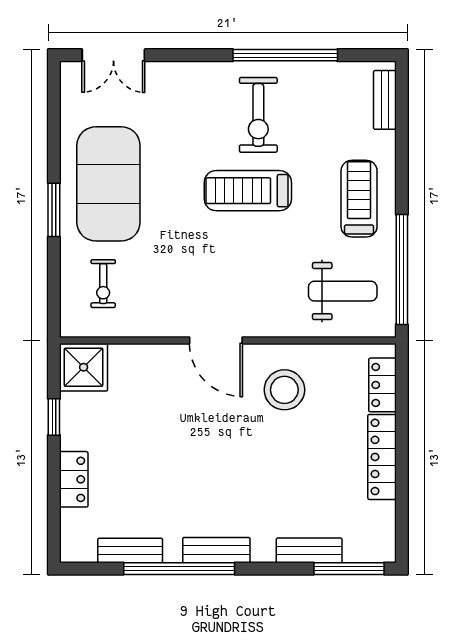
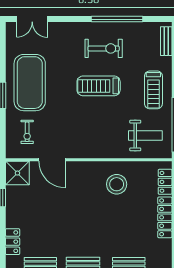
exercise bike: (258, 115) -> (104, 48), turned -90
treadmill: (359, 199) -> (153, 90), turned 180
door: (216, 340) -> (52, 160), moved
locker: (74, 479) -> (13, 242), moved

